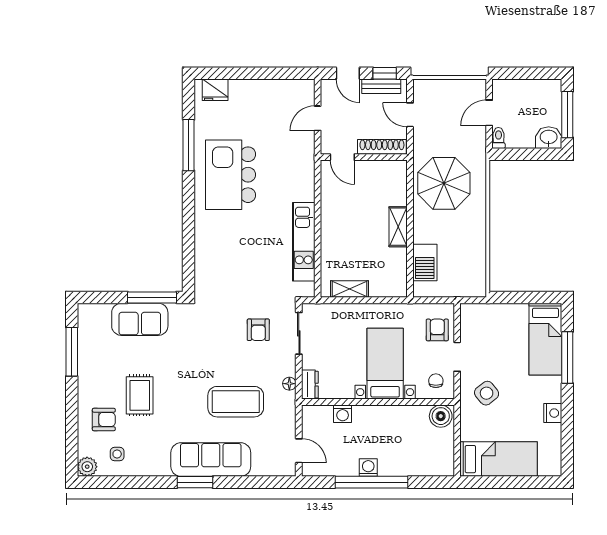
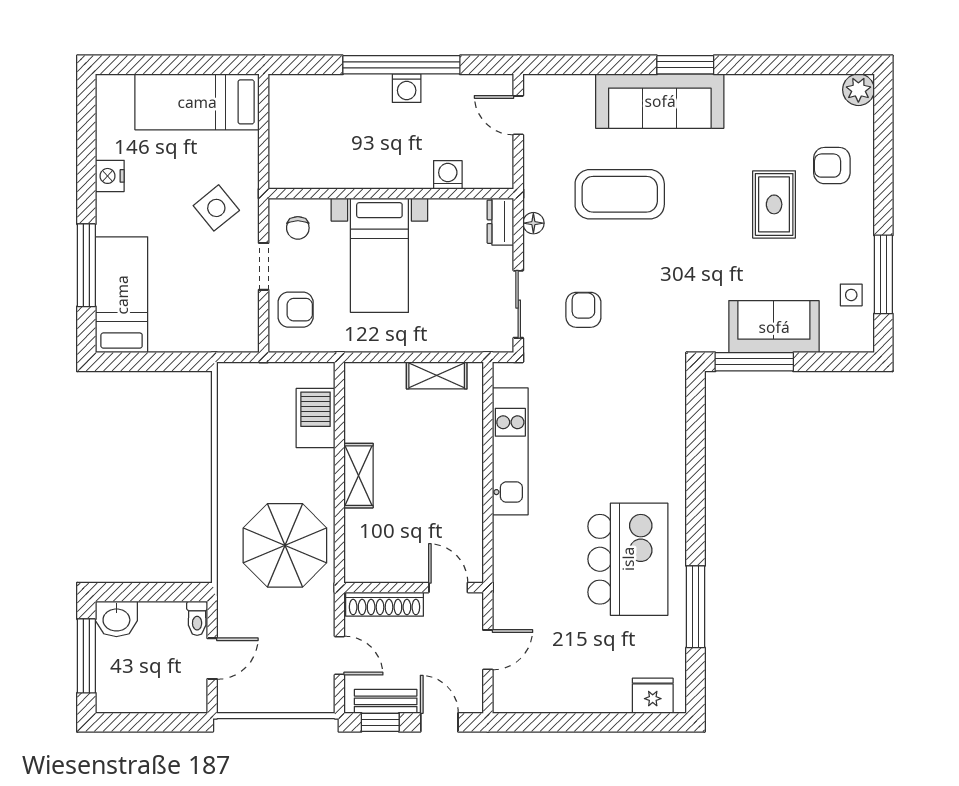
armchair: (437, 330) -> (296, 310), turned -90
boiler: (441, 416) -> (290, 171), removed
side table: (117, 454) -> (851, 295), moved

